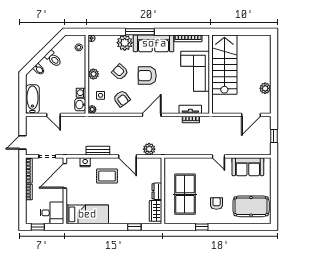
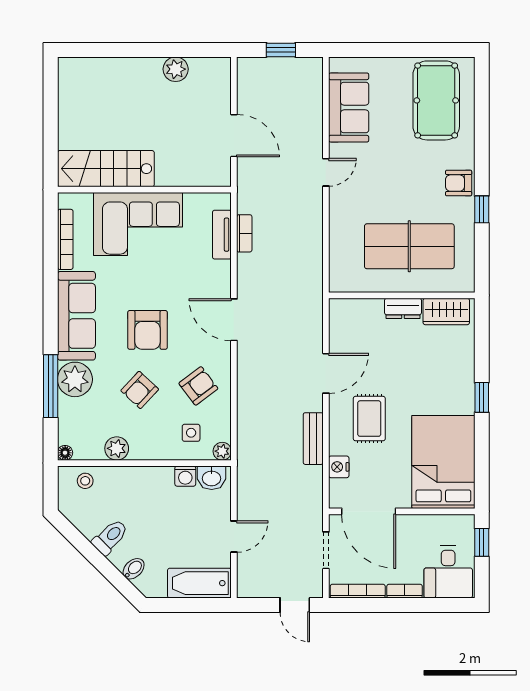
window: (140, 32) -> (51, 386), moved
stairs: (224, 65) -> (106, 169), width x0.73, depth x0.66
plant: (93, 74) -> (117, 448), moved
door: (251, 115) -> (234, 136), moved
plant: (149, 149) -> (310, 325), removed
armchair: (217, 203) -> (459, 183), moved
desk: (52, 213) -> (448, 572), moved, turned 180
bed: (87, 214) -> (443, 462), width x1.50
window: (38, 227) -> (482, 542), moved
window: (134, 227) -> (482, 397), moved

